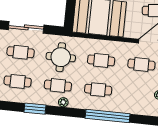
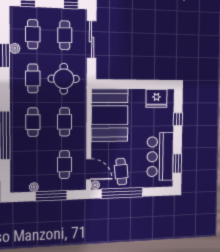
plant: (63, 102) -> (15, 48), moved

